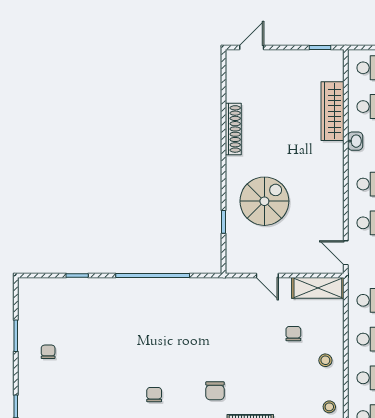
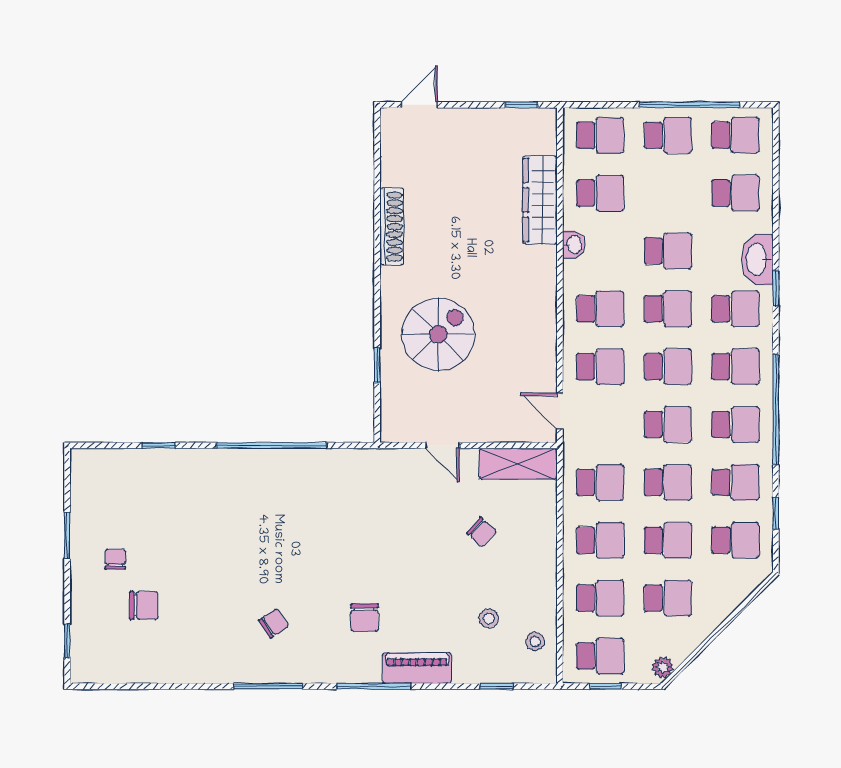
chair: (293, 334) -> (482, 532), turned 132
stool: (325, 360) -> (489, 618), moved
chair: (67, 383) -> (144, 605), added
chair: (154, 395) -> (274, 623), turned 56

